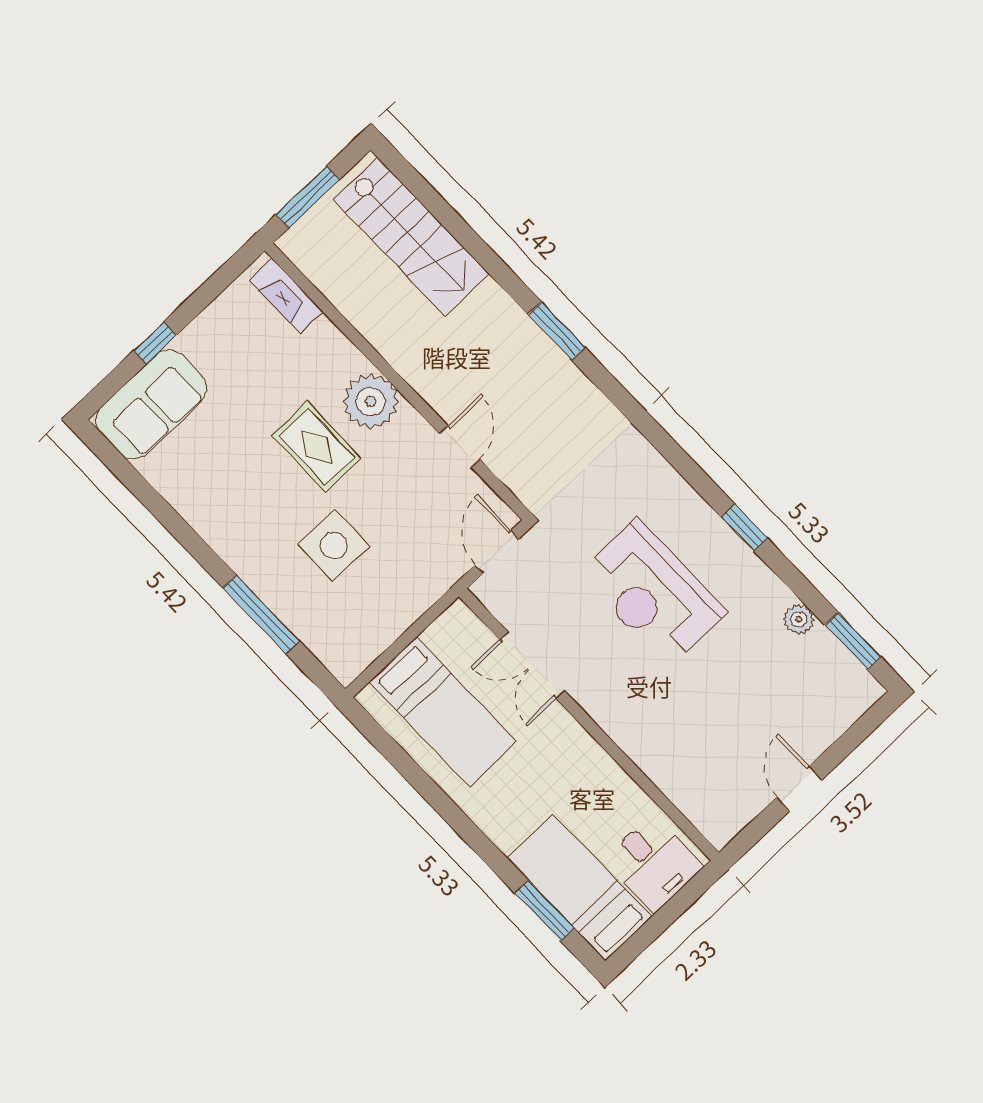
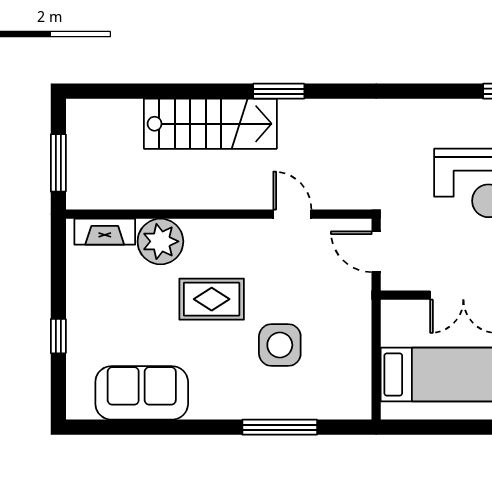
stairs: (411, 236) -> (210, 124), moved
plant: (371, 401) -> (160, 241), moved
sofa: (151, 404) -> (142, 393), moved, turned -90

